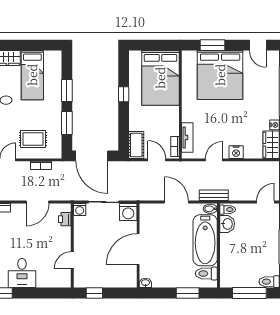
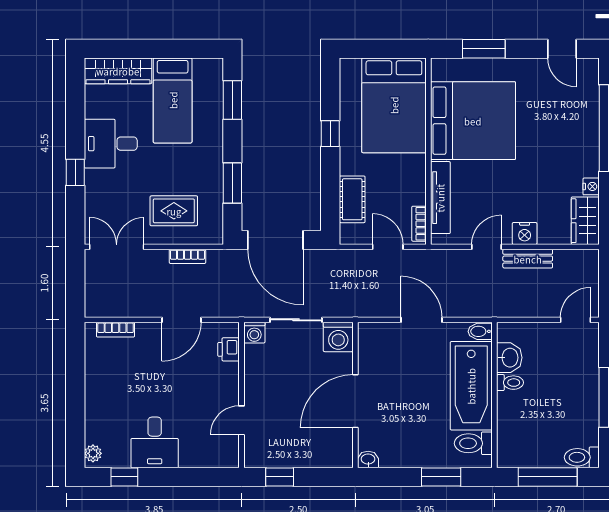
bed: (220, 75) -> (473, 121), moved, turned -90
window: (67, 91) -> (232, 100), moved
tv unit: (187, 137) -> (440, 198), width x1.41
cot: (136, 145) -> (352, 199), moved
bench: (214, 195) -> (528, 259), moved
toilet: (228, 210) -> (510, 383), moved

